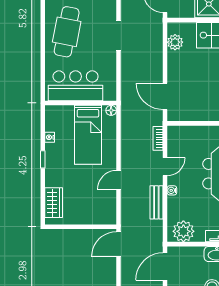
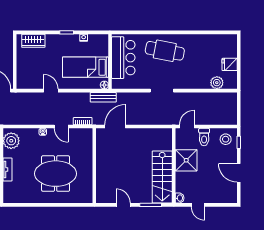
plant: (175, 42) -> (157, 134), removed
bench: (156, 202) -> (103, 97), moved

